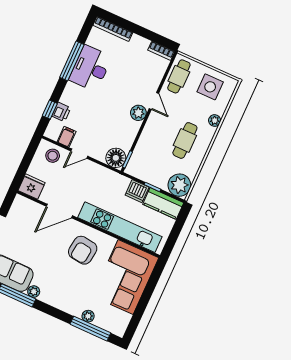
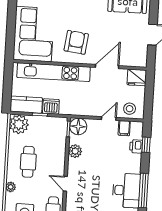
plant: (138, 113) -> (75, 151), moved

